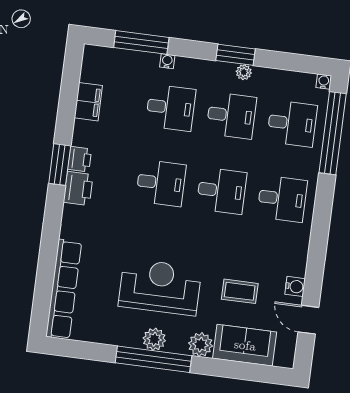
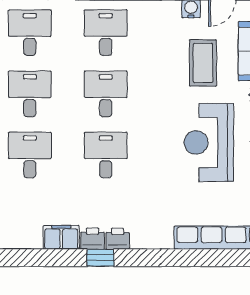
filing cabinet: (88, 102) -> (61, 237), moved
window: (60, 165) -> (100, 258), width x0.67
printer: (78, 188) -> (118, 239), width x0.73, depth x0.81
coffee table: (240, 291) -> (203, 63), width x1.36, depth x1.30

